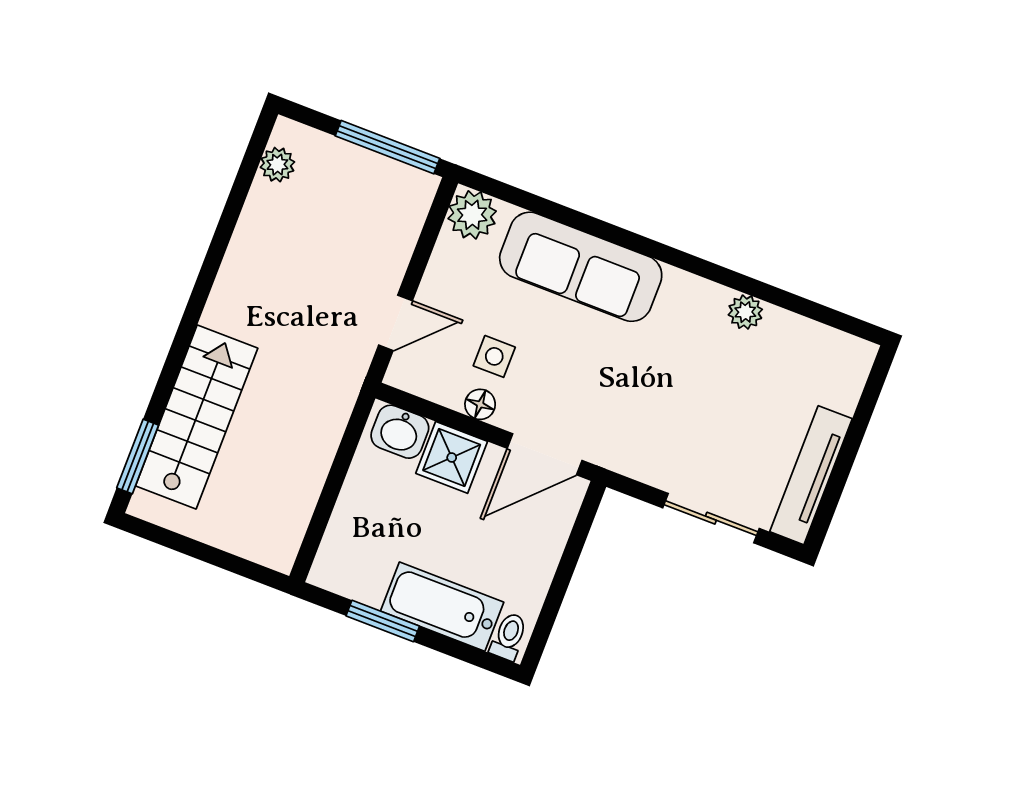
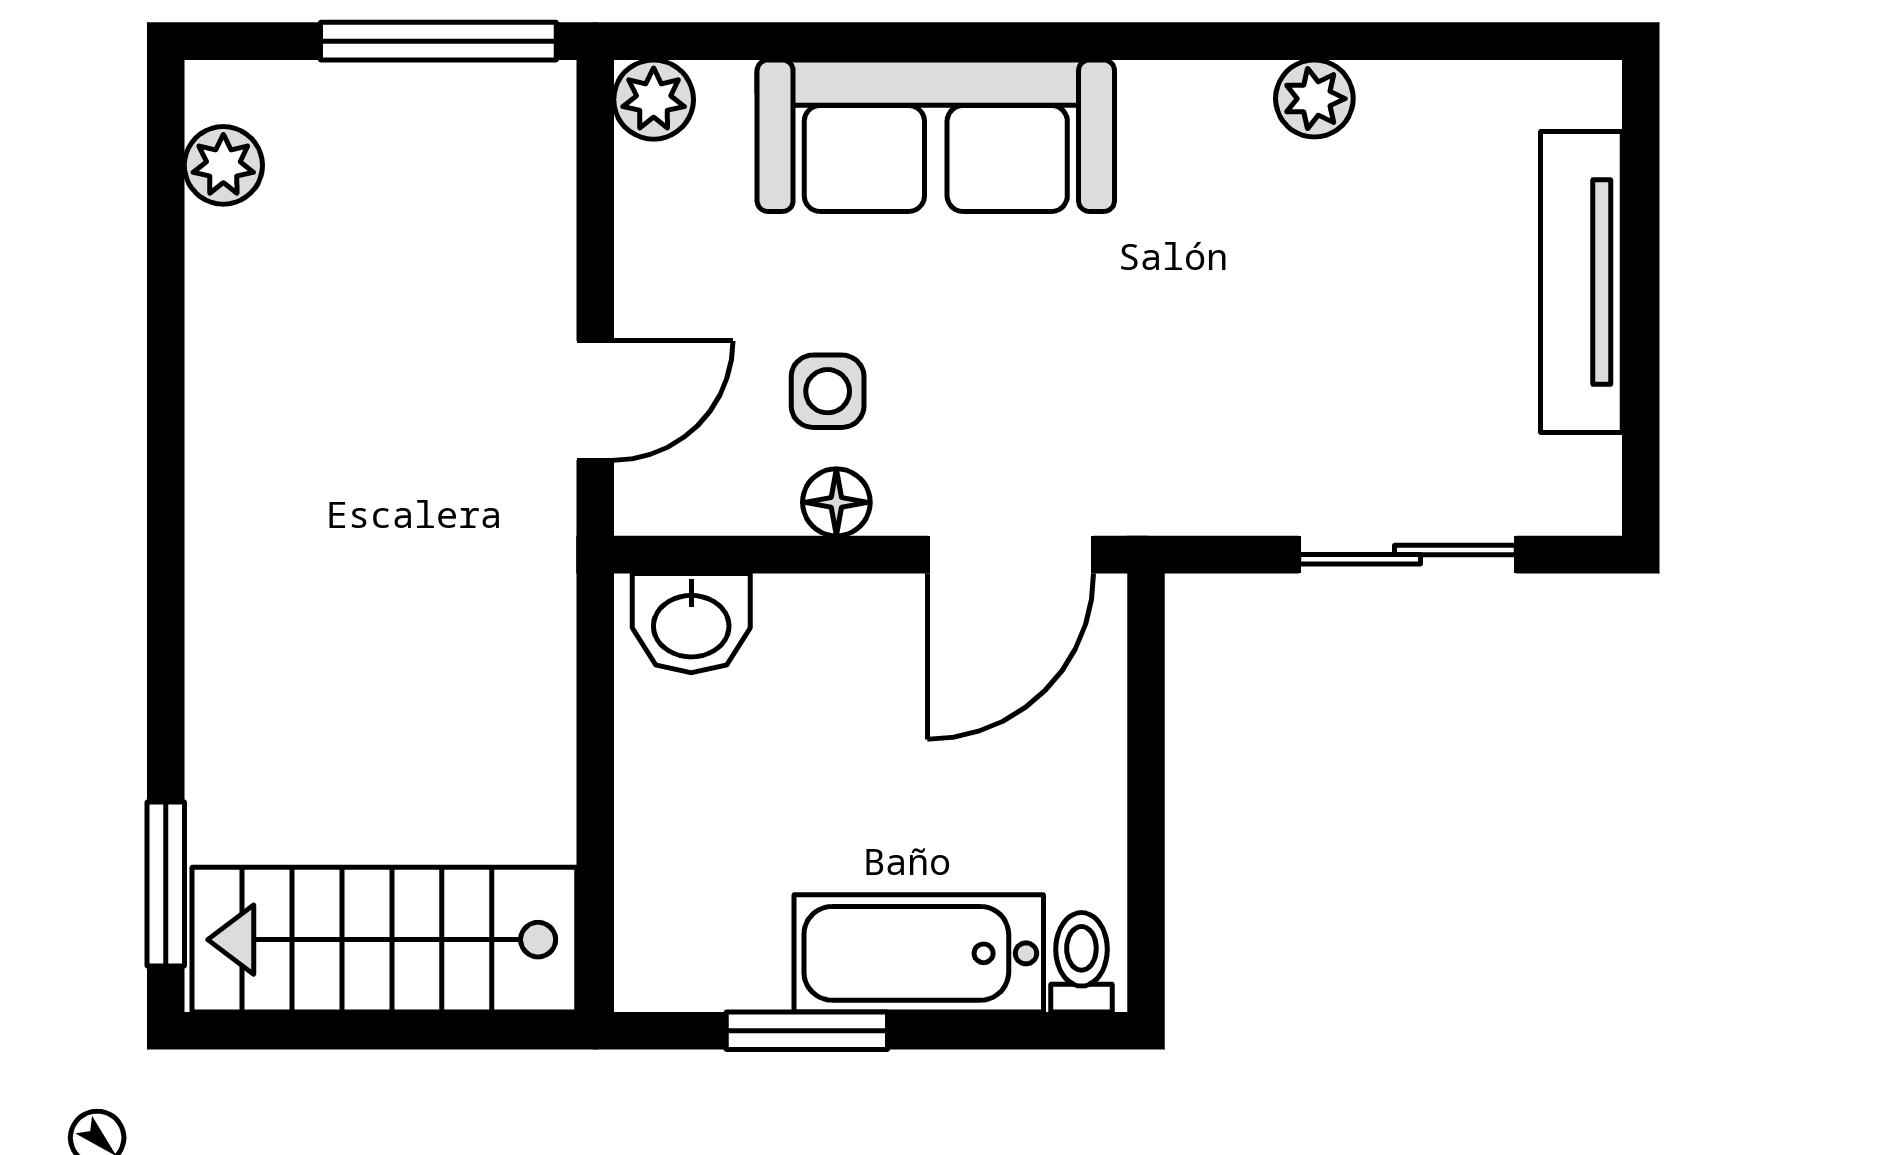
plant: (472, 215) -> (654, 100), width x0.73, depth x0.73
stairs: (197, 417) -> (384, 940), moved, turned -90
shower: (452, 457) -> (820, 635), removed
tv unit: (811, 475) -> (1581, 282), moved

